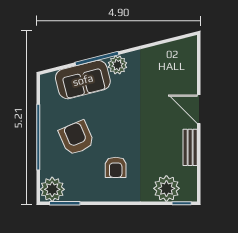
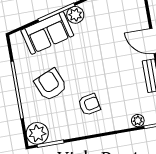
armchair: (116, 167) -> (89, 104), turned -101
plant: (166, 188) -> (138, 121), width x0.53, depth x0.53

